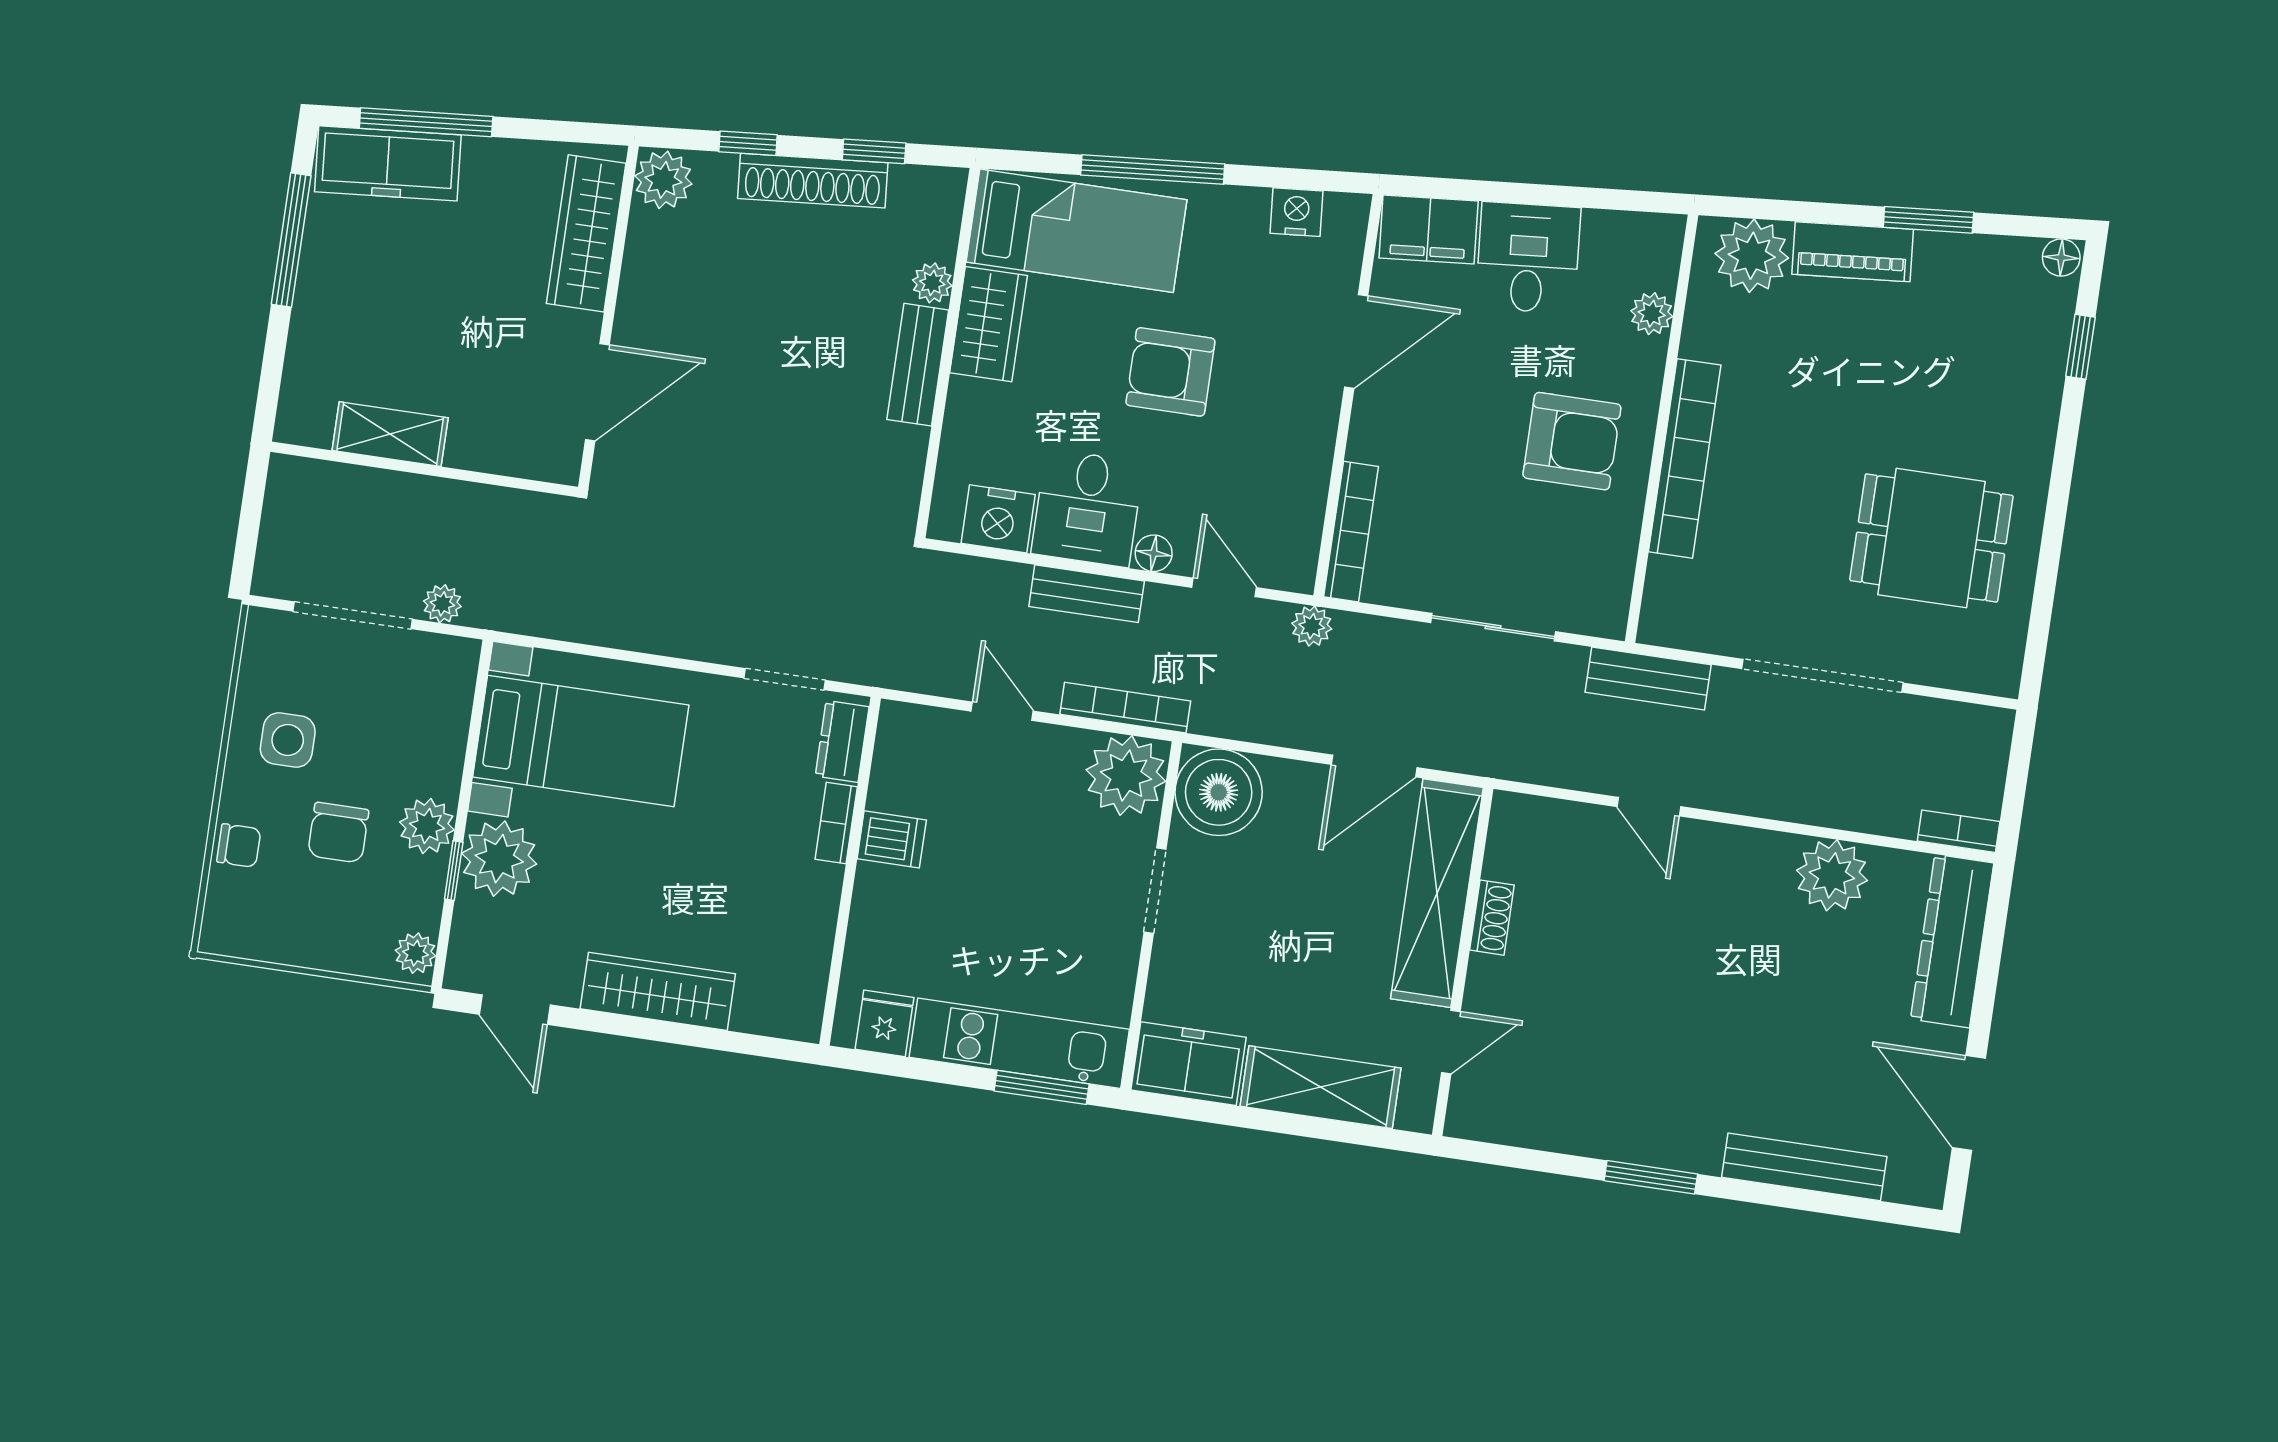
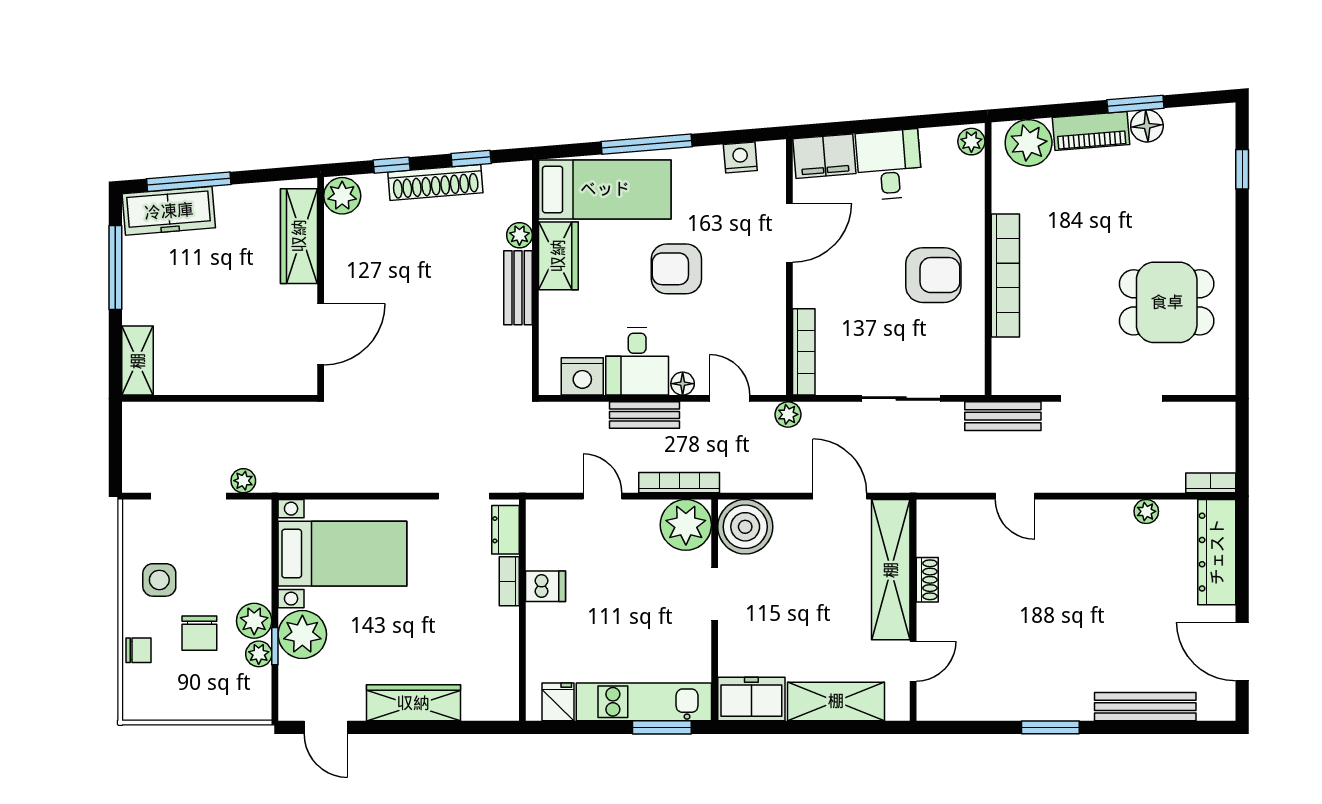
floor lamp: (2061, 258) -> (1147, 126), moved, width x1.37, depth x1.37
plant: (1652, 314) -> (971, 142), moved
shelving: (390, 434) -> (138, 361), moved, turned 90
door: (1374, 766) -> (840, 496), swing flipped
plant: (1832, 875) -> (1146, 511), width x0.53, depth x0.53
plant: (415, 953) -> (259, 654), moved

